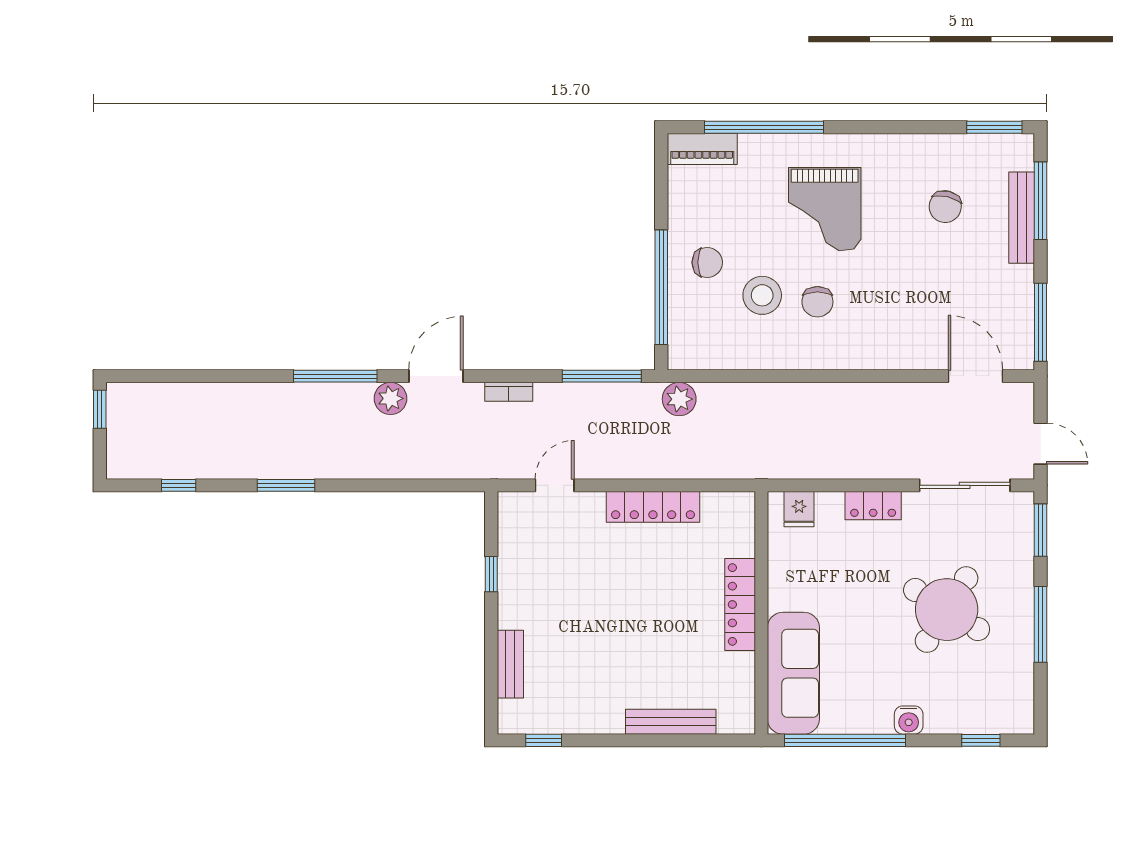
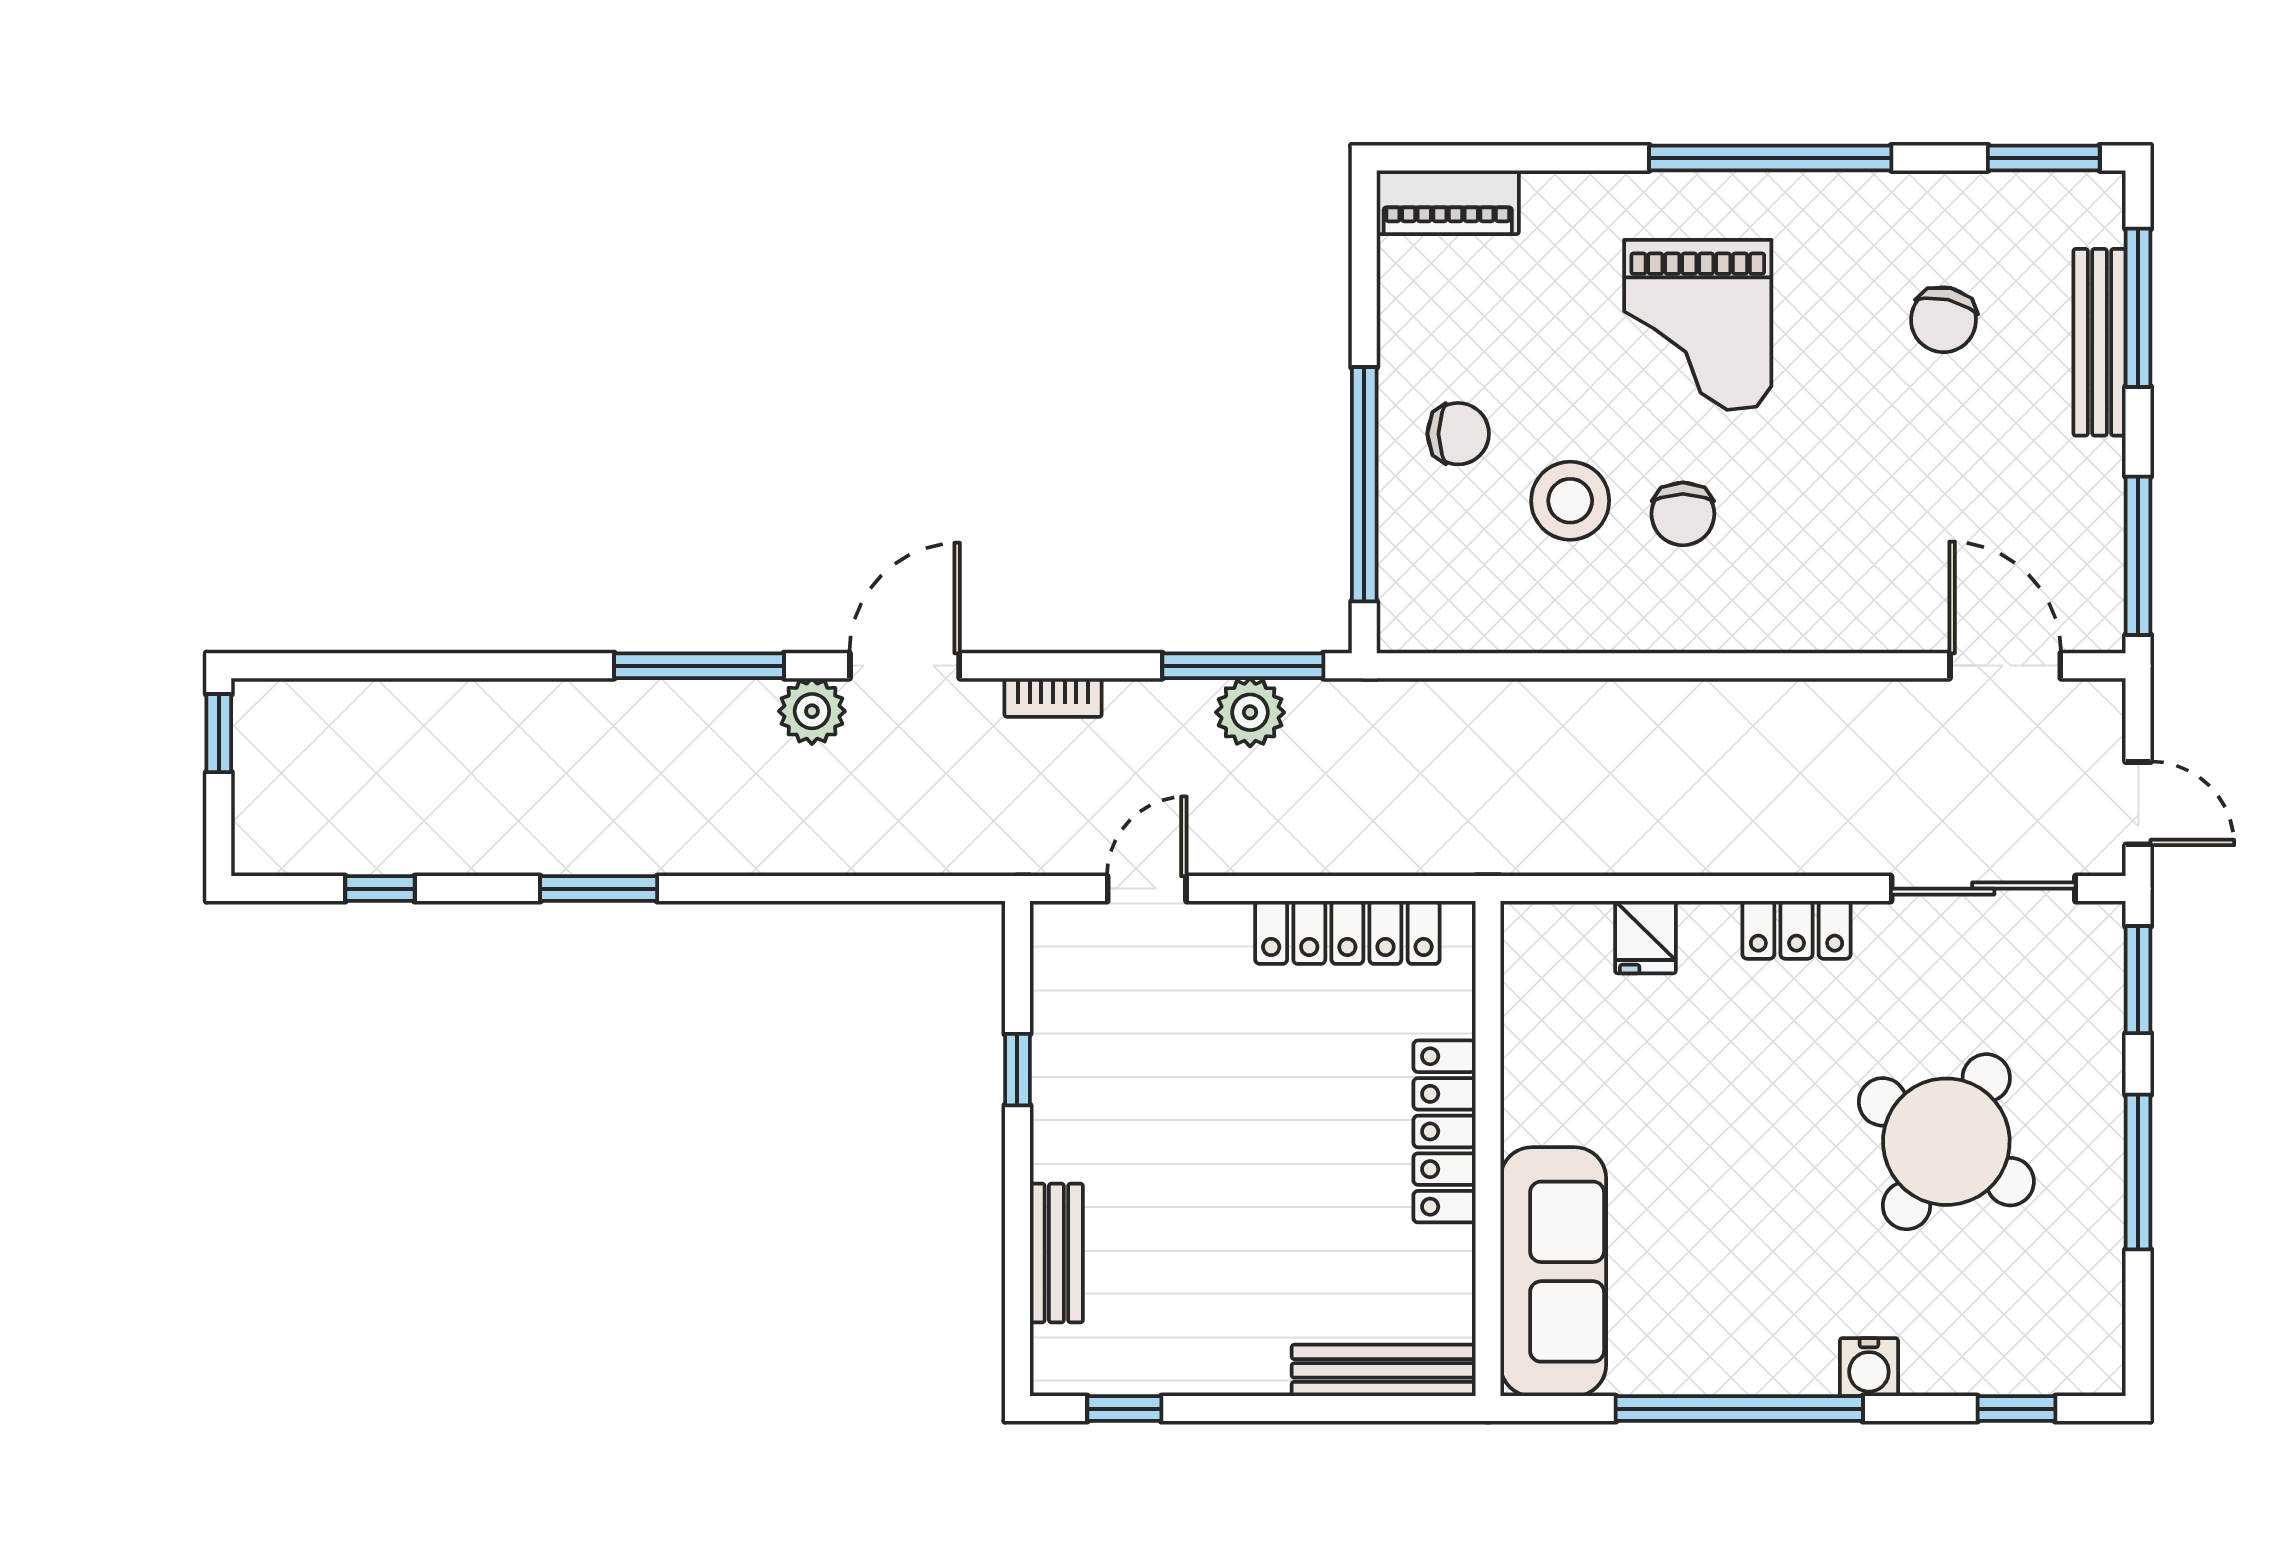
window: (764, 127) -> (1770, 158), moved
plant: (679, 399) -> (1250, 712), moved
locker: (740, 605) -> (1444, 1131), moved
wall: (761, 613) -> (1488, 1149), moved
sofa: (793, 673) -> (1553, 1272), moved

